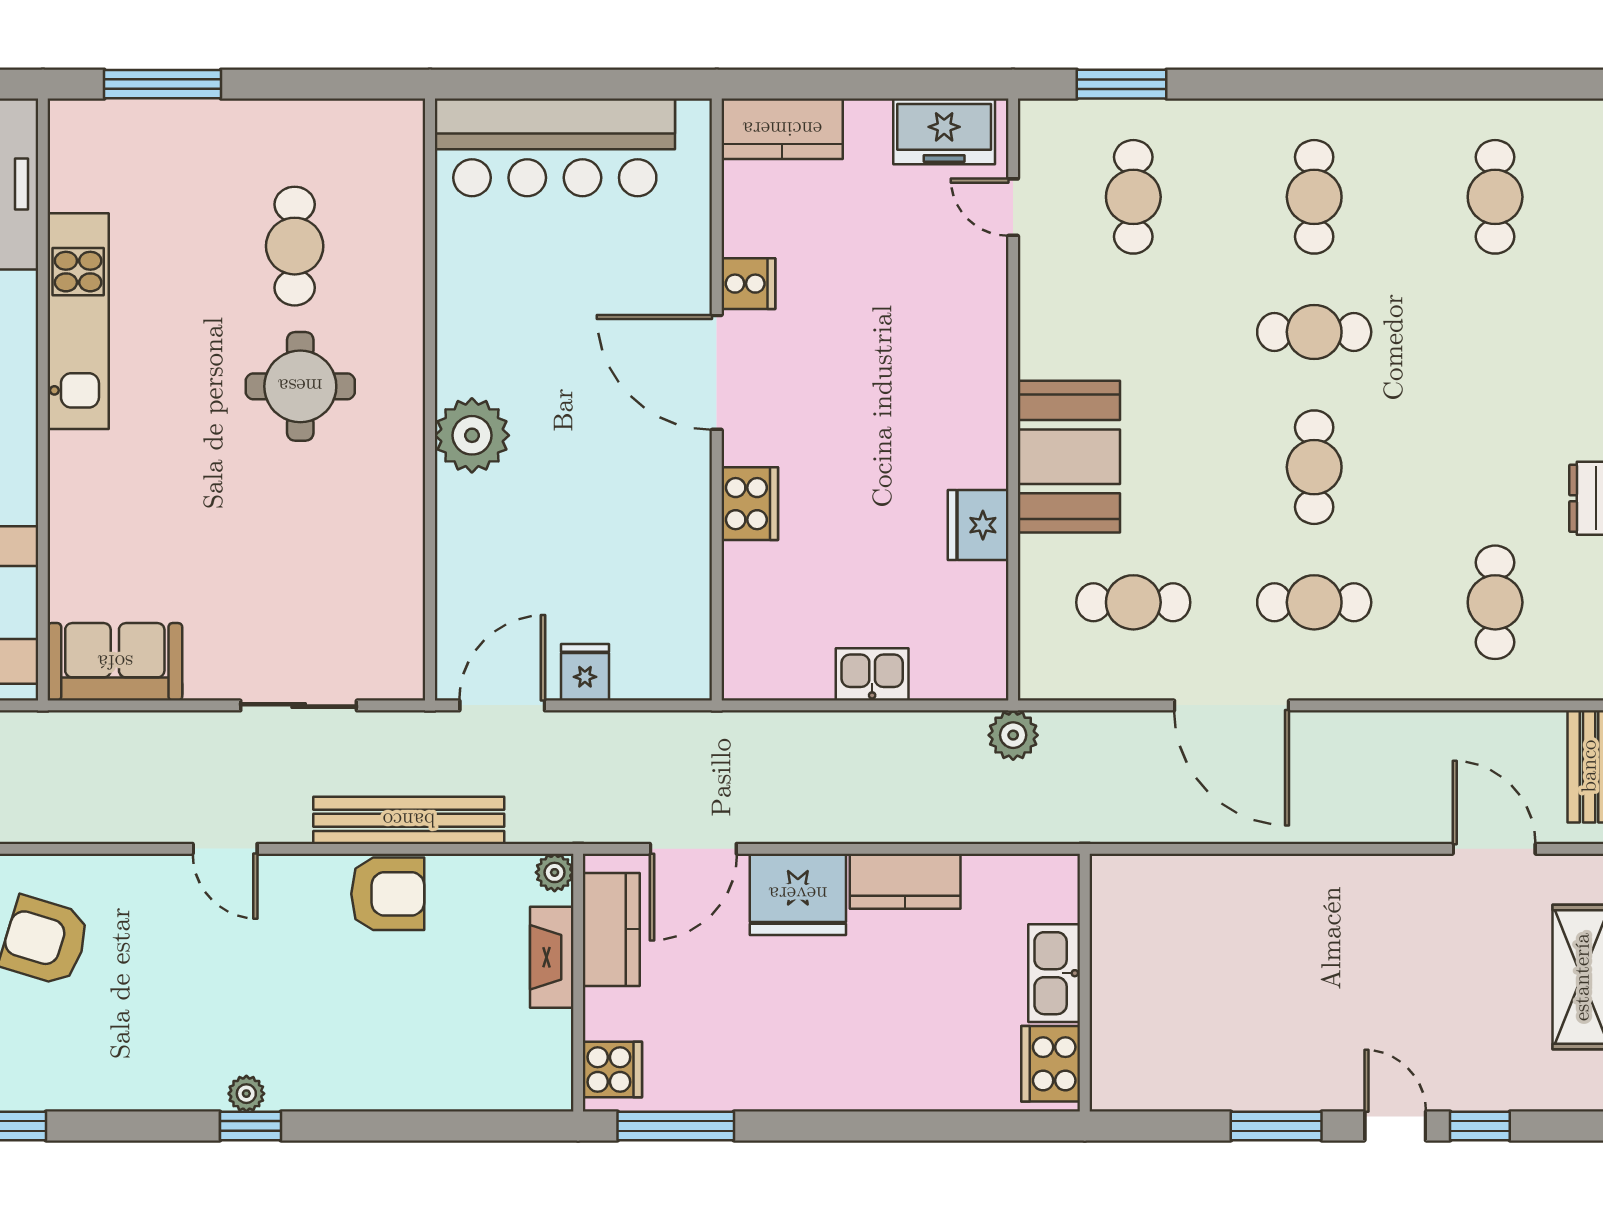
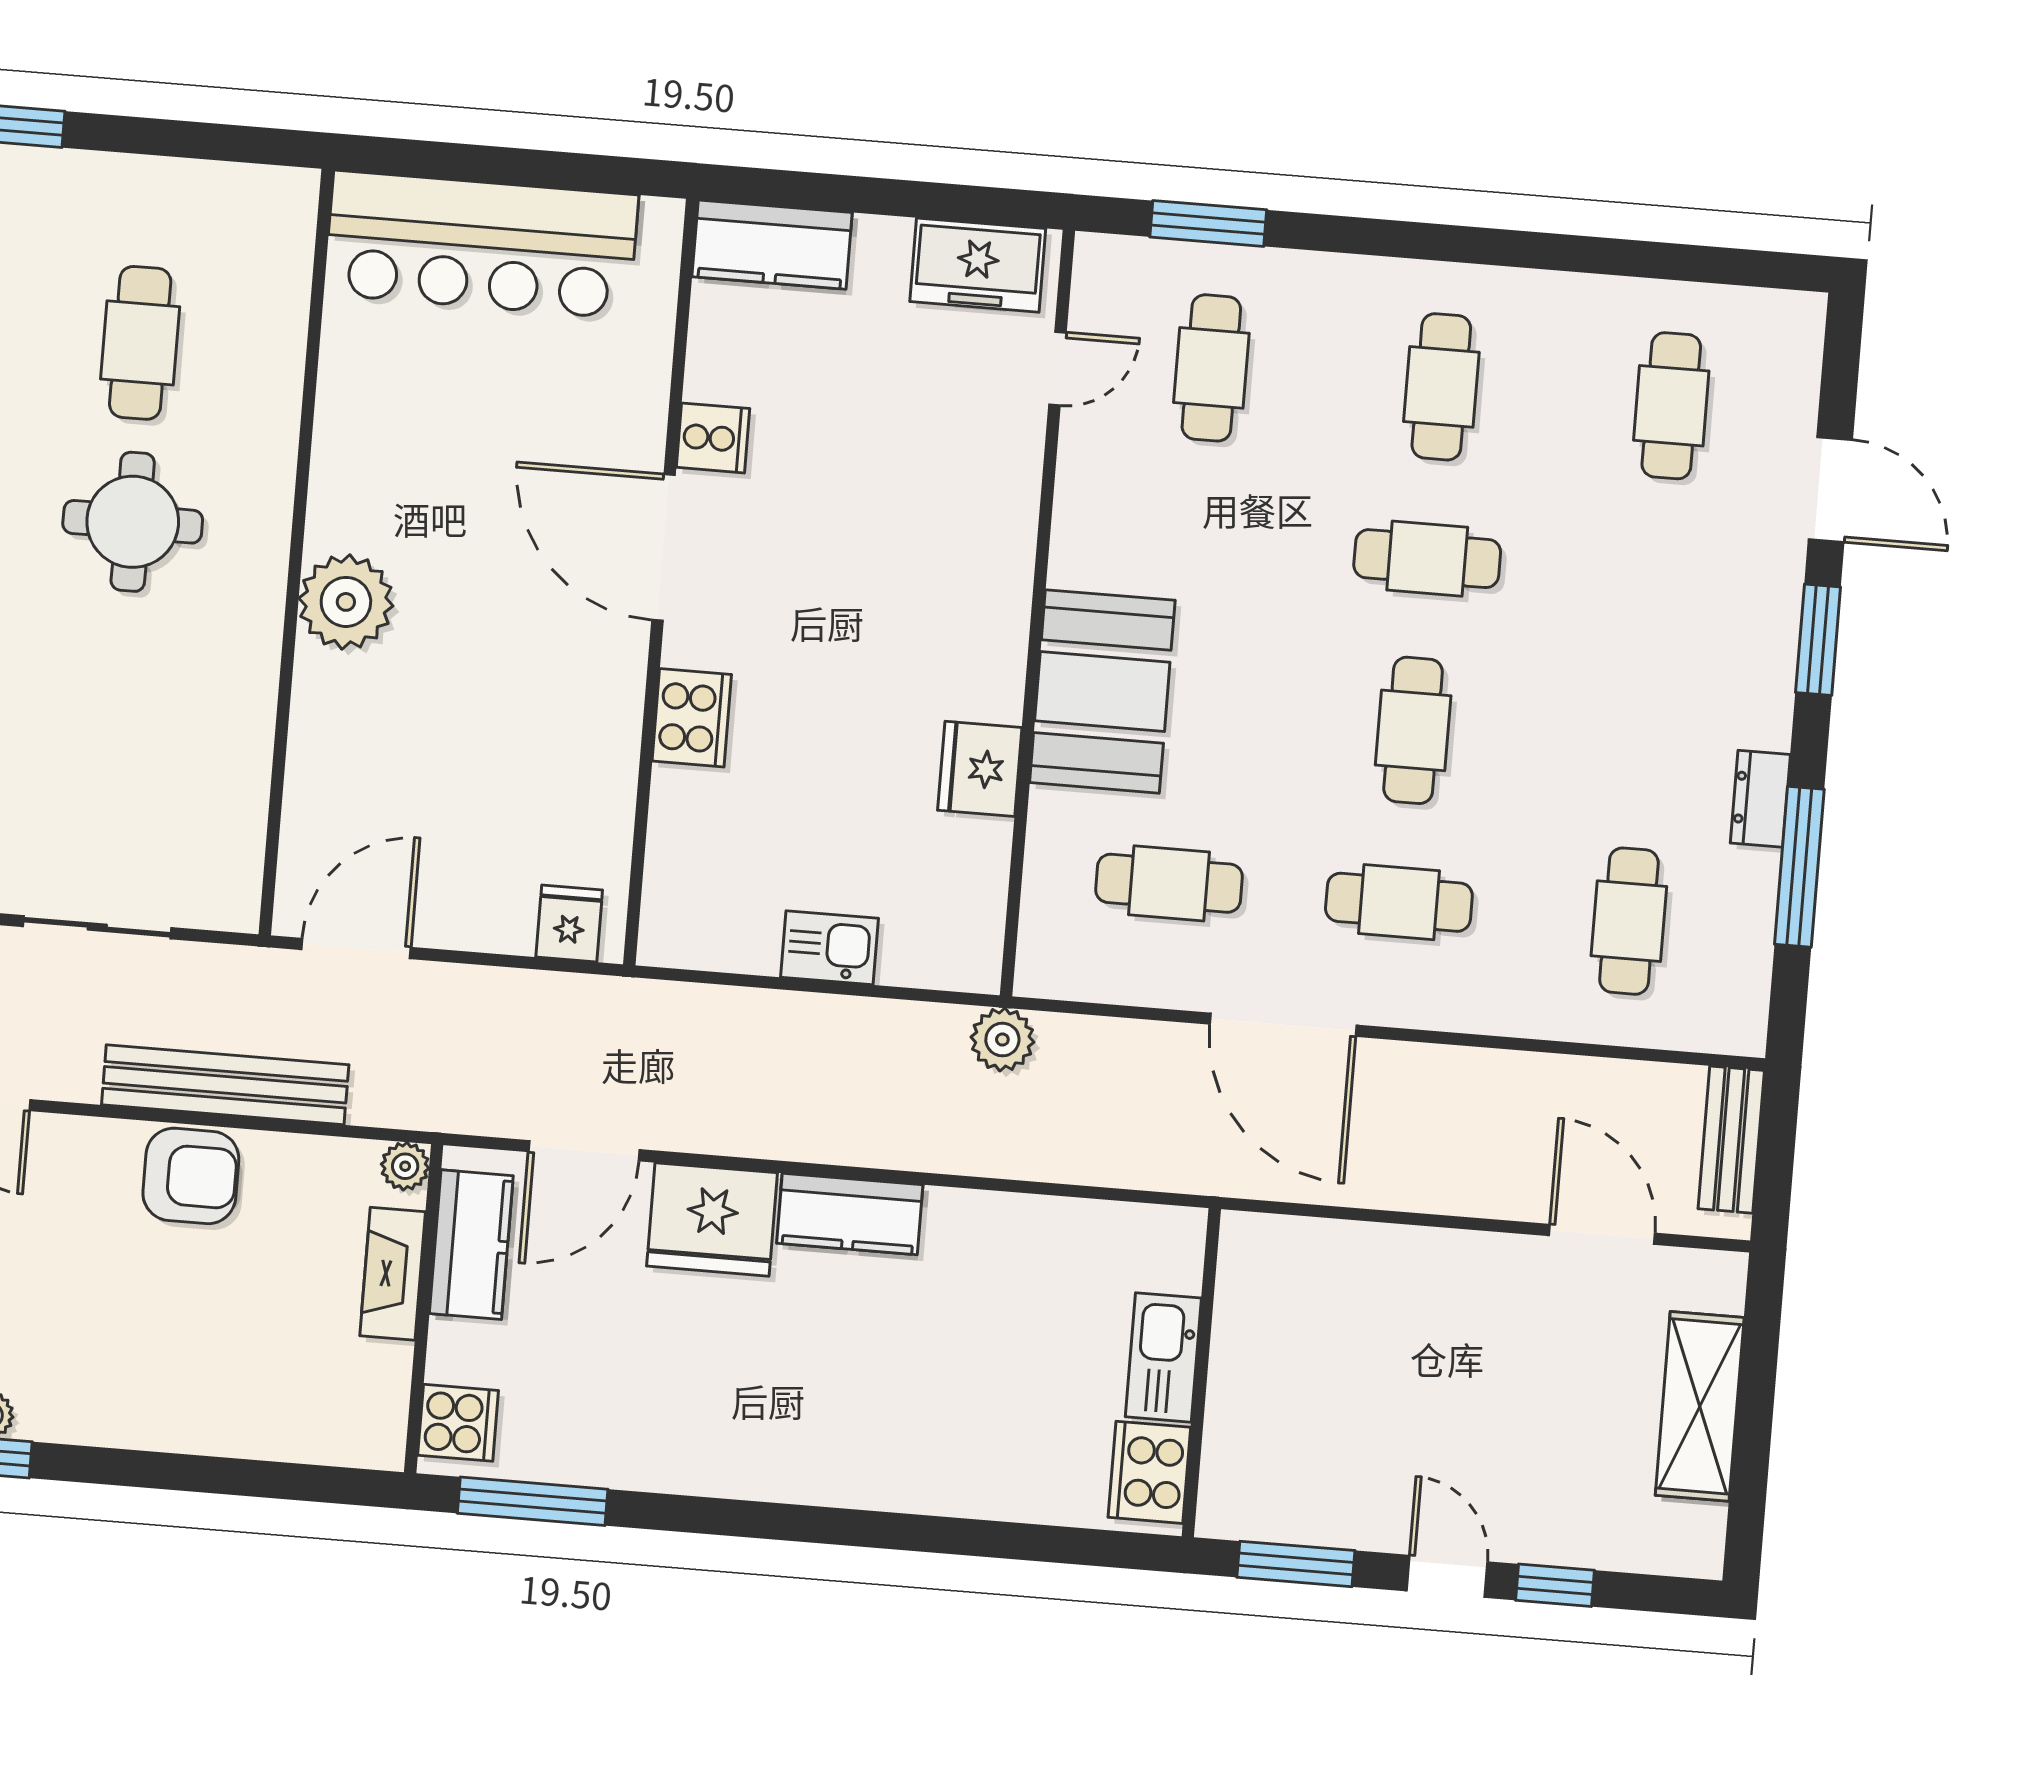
door: (1013, 207) -> (1057, 369), swing flipped
fridge: (585, 672) -> (569, 923), moved
kitchen sink: (1054, 973) -> (1163, 1357), moved
wall: (1085, 983) -> (1201, 1373), moved
cooker: (1051, 1064) -> (1149, 1472), moved

